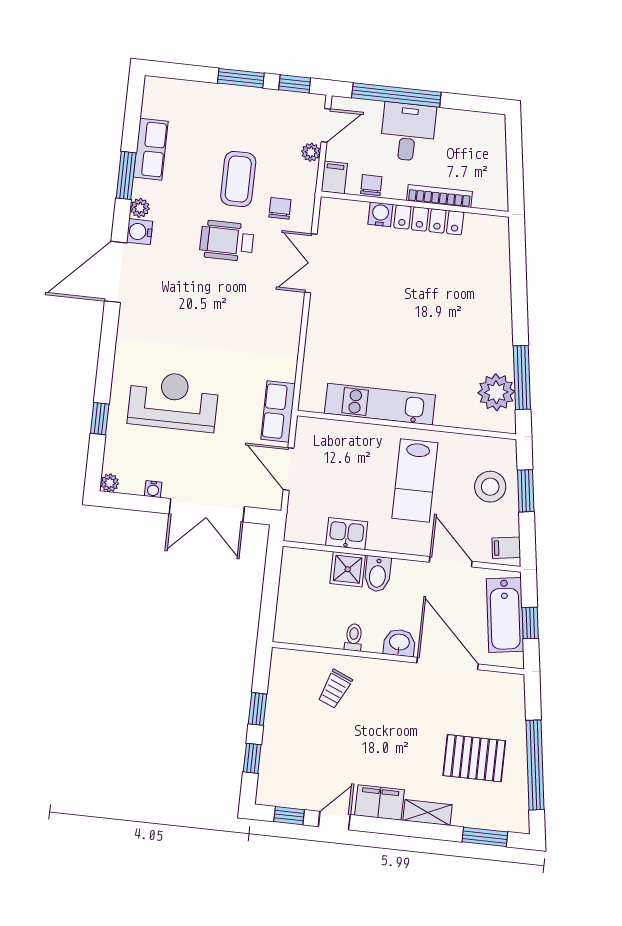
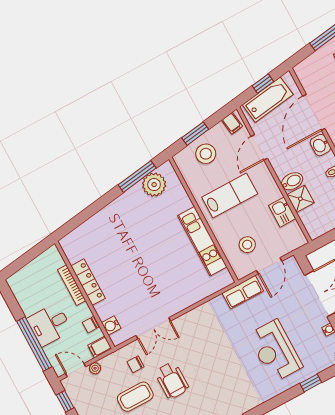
water cooler: (380, 214) -> (111, 325), moved
stool: (336, 459) -> (247, 245), added

